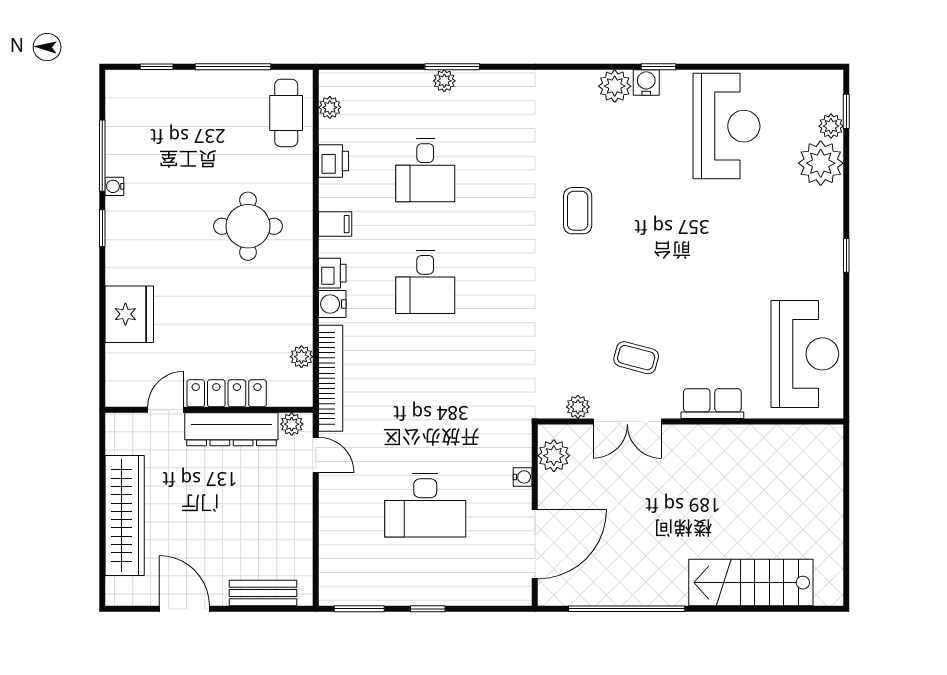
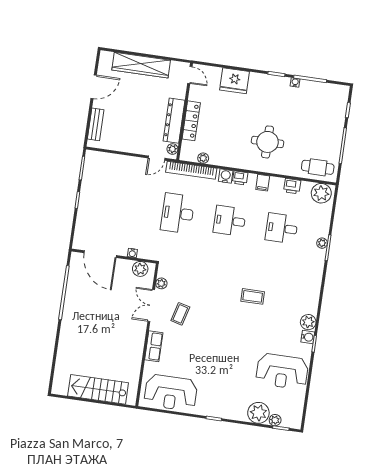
plant: (330, 107) -> (321, 193), width x1.88, depth x1.88
door: (166, 410) -> (190, 75), moved
desk: (425, 505) -> (178, 213), moved
stairs: (751, 583) -> (98, 389), moved, turned -90

